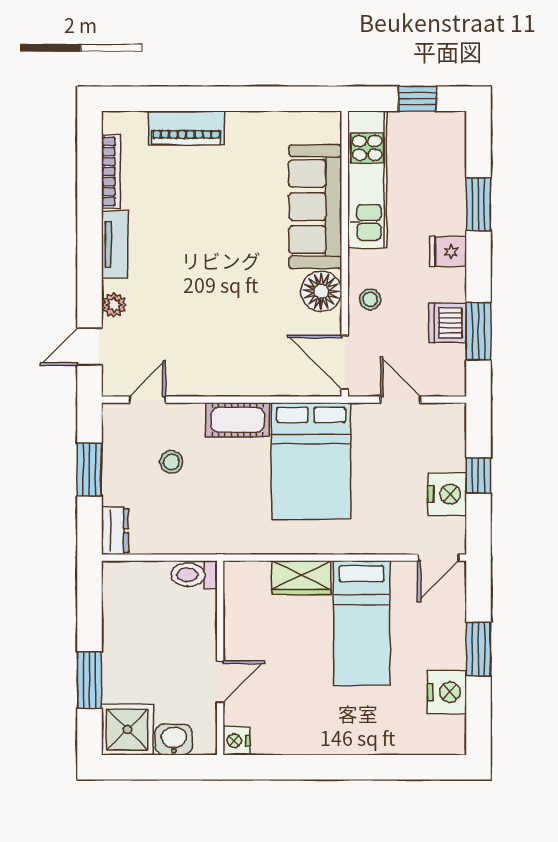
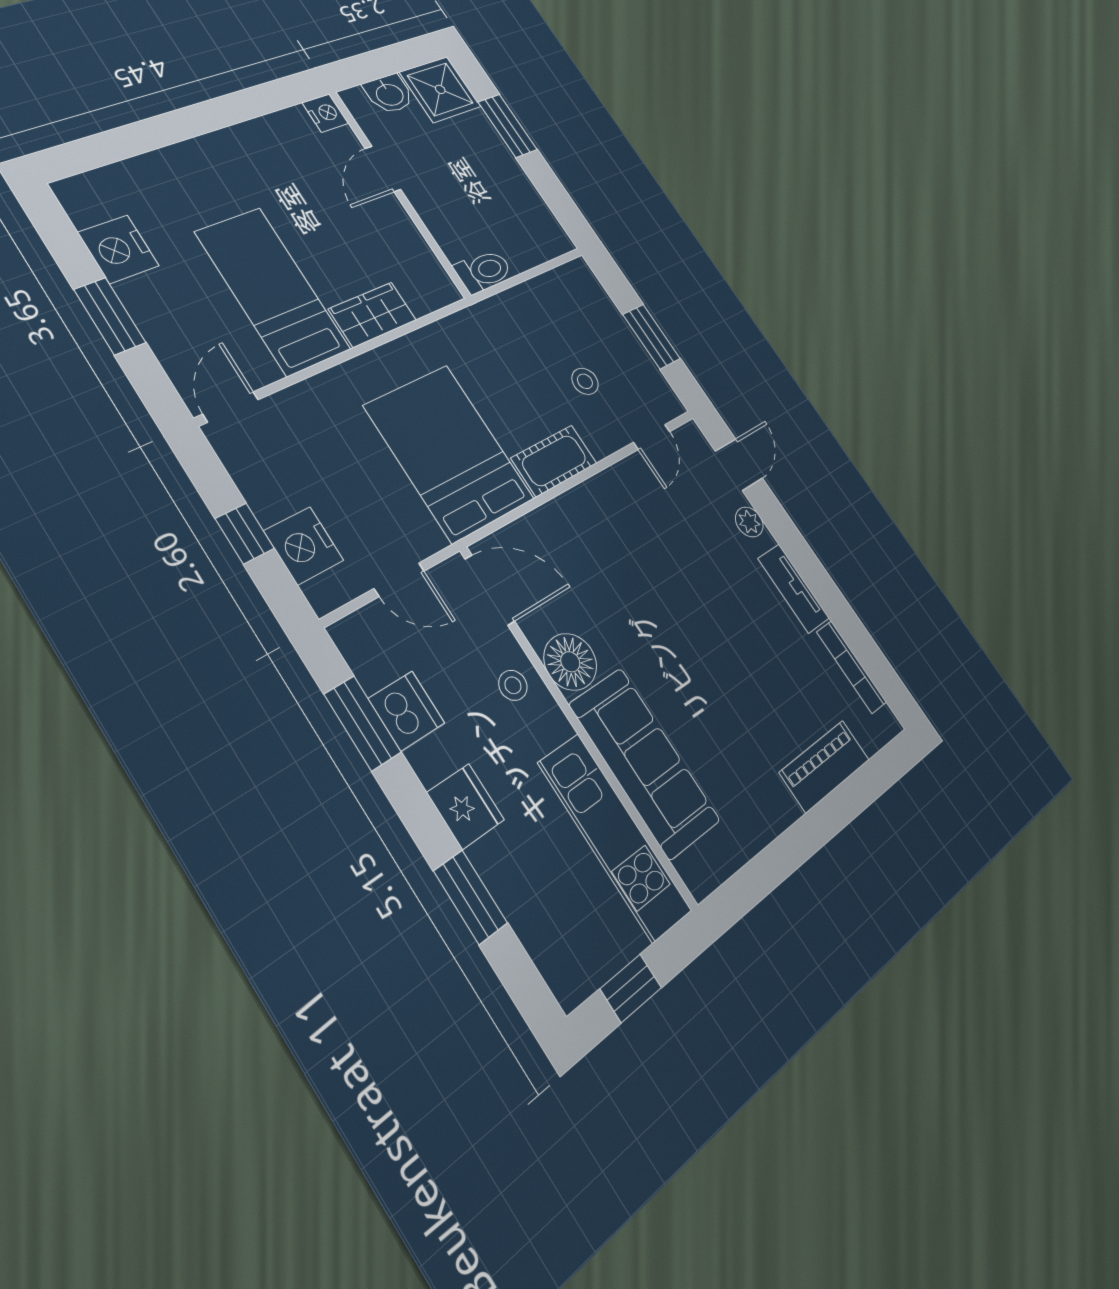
fridge: (448, 252) -> (466, 806), width x1.38
nightstand: (447, 494) -> (304, 546), moved
dresser: (115, 531) -> (587, 285), removed

